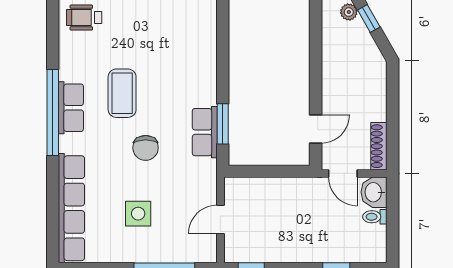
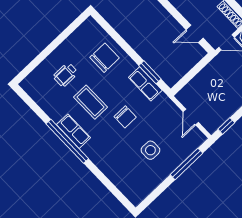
wheelchair: (84, 18) -> (66, 75), moved
chair: (187, 58) -> (105, 58), added
door: (316, 129) -> (195, 34), swing flipped
row of seats: (71, 208) -> (118, 177), removed

